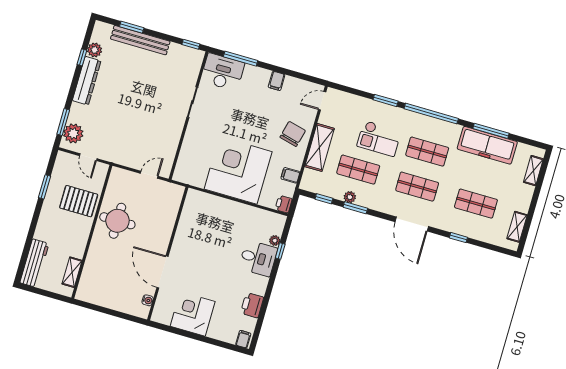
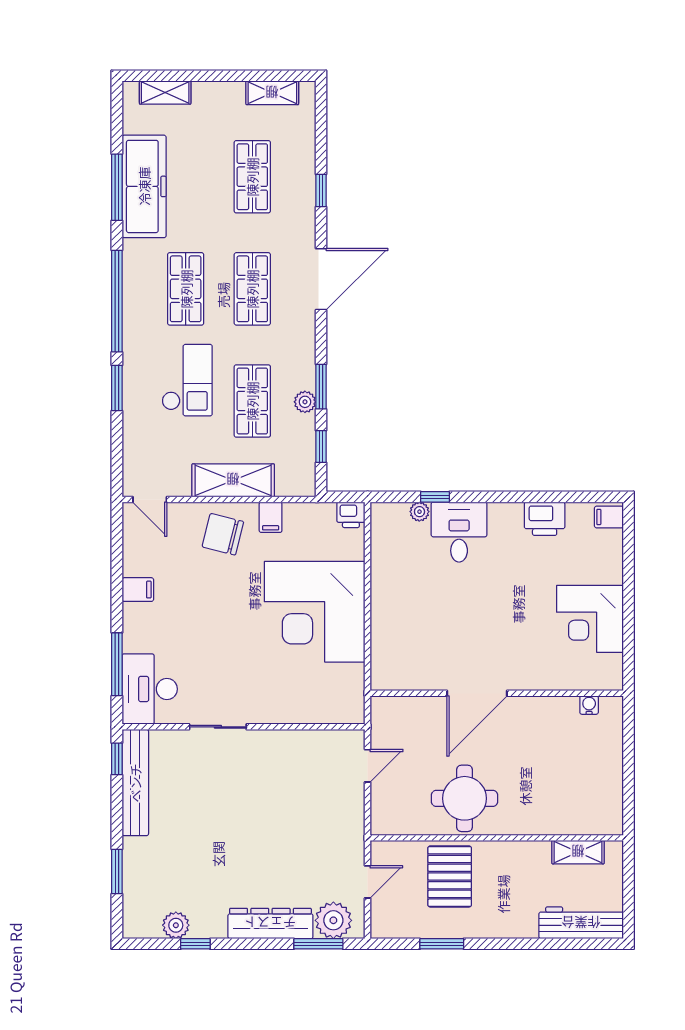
bench: (140, 40) -> (135, 783), moved
dresser: (87, 81) -> (270, 923), moved
door: (149, 175) -> (368, 766), swing flipped
filing cabinet: (290, 175) -> (271, 517), moved
door: (162, 272) -> (477, 693), moved

